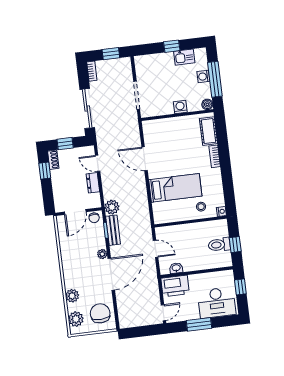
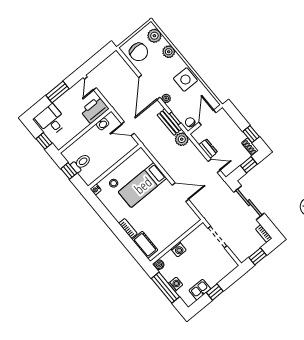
side table: (73, 260) -> (185, 80), added
desk: (217, 303) -> (51, 120), width x0.73

